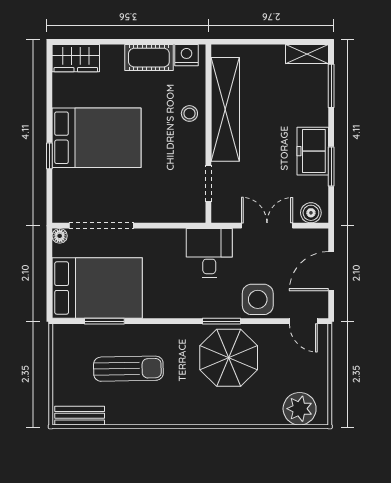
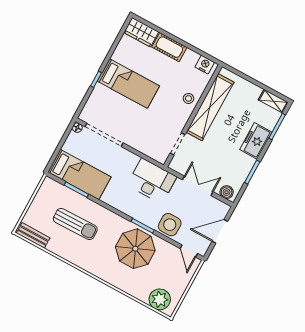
cot: (149, 58) -> (169, 47), moved
bed: (97, 138) -> (128, 84), width x0.67
freezer: (313, 151) -> (256, 141), moved
desk: (209, 253) -> (152, 181), width x1.37
bed: (97, 288) -> (79, 174), width x0.67

